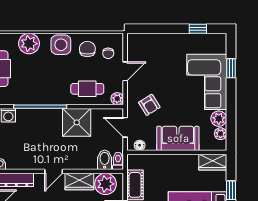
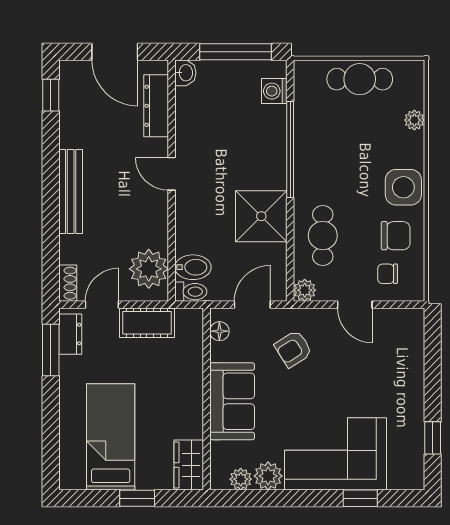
plant: (29, 44) -> (414, 120), width x0.53, depth x0.53
wardrobe: (79, 181) -> (153, 221), removed

